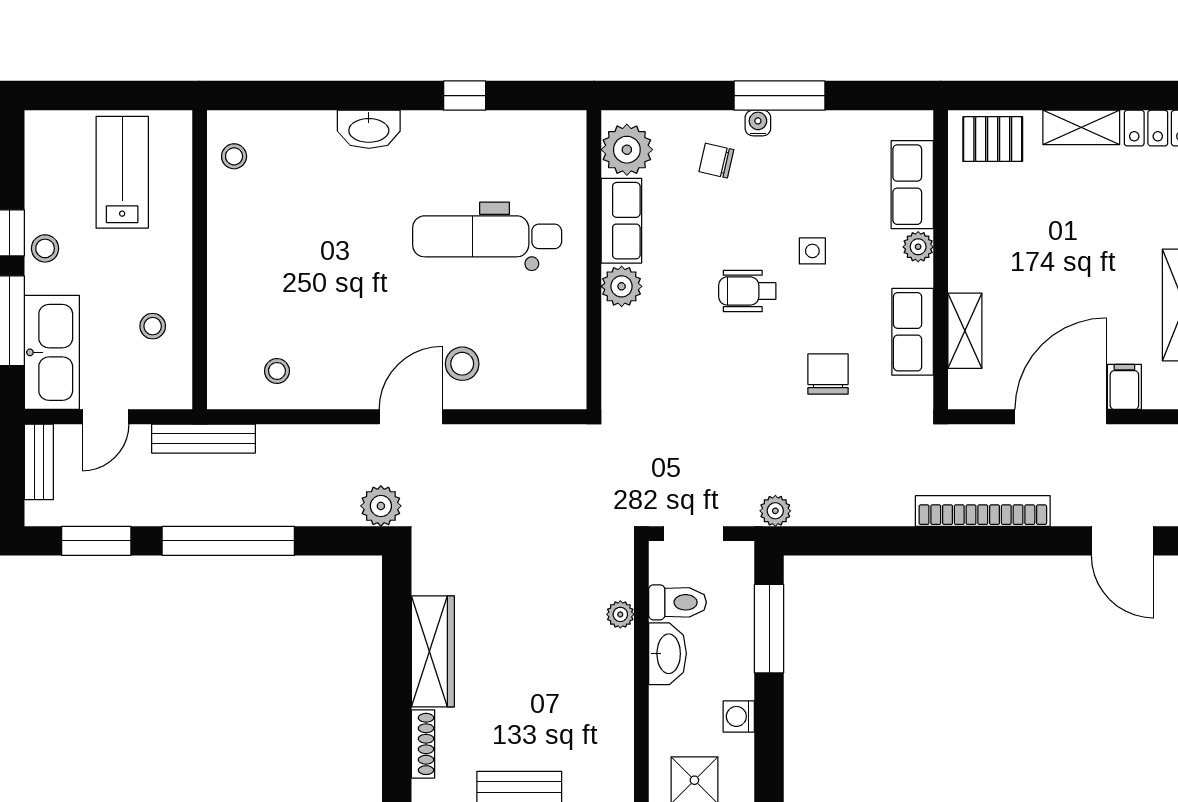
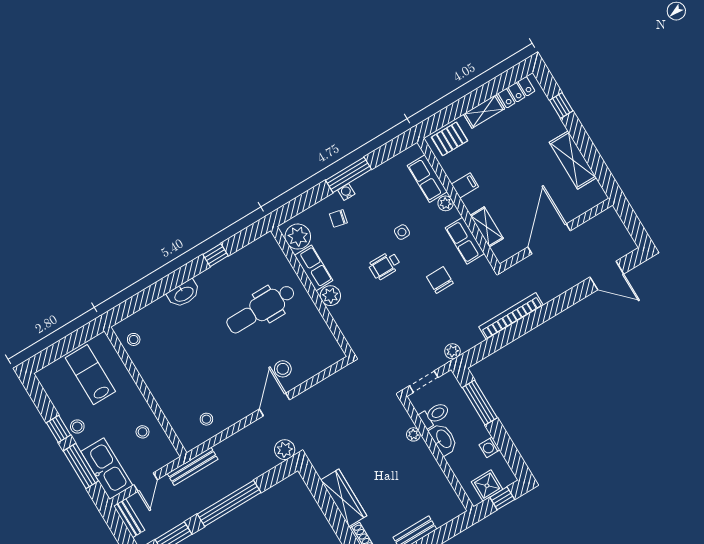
filing cabinet: (1124, 387) -> (465, 185), moved, turned 90
bookcase: (983, 511) -> (511, 316), moved

